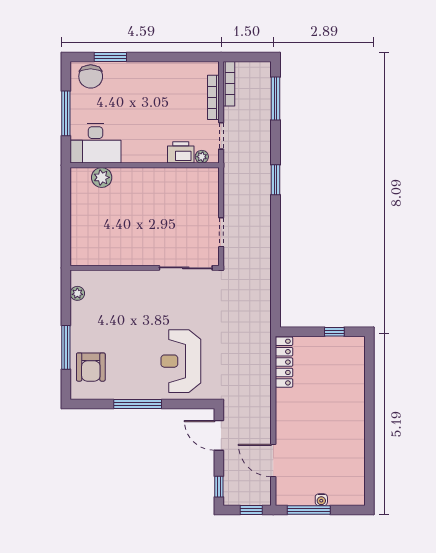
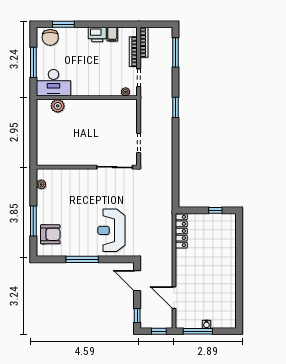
filing cabinet: (182, 72) -> (112, 34), added
printer: (181, 152) -> (97, 35), moved, turned 180
armchair: (91, 367) -> (50, 234), turned -90

